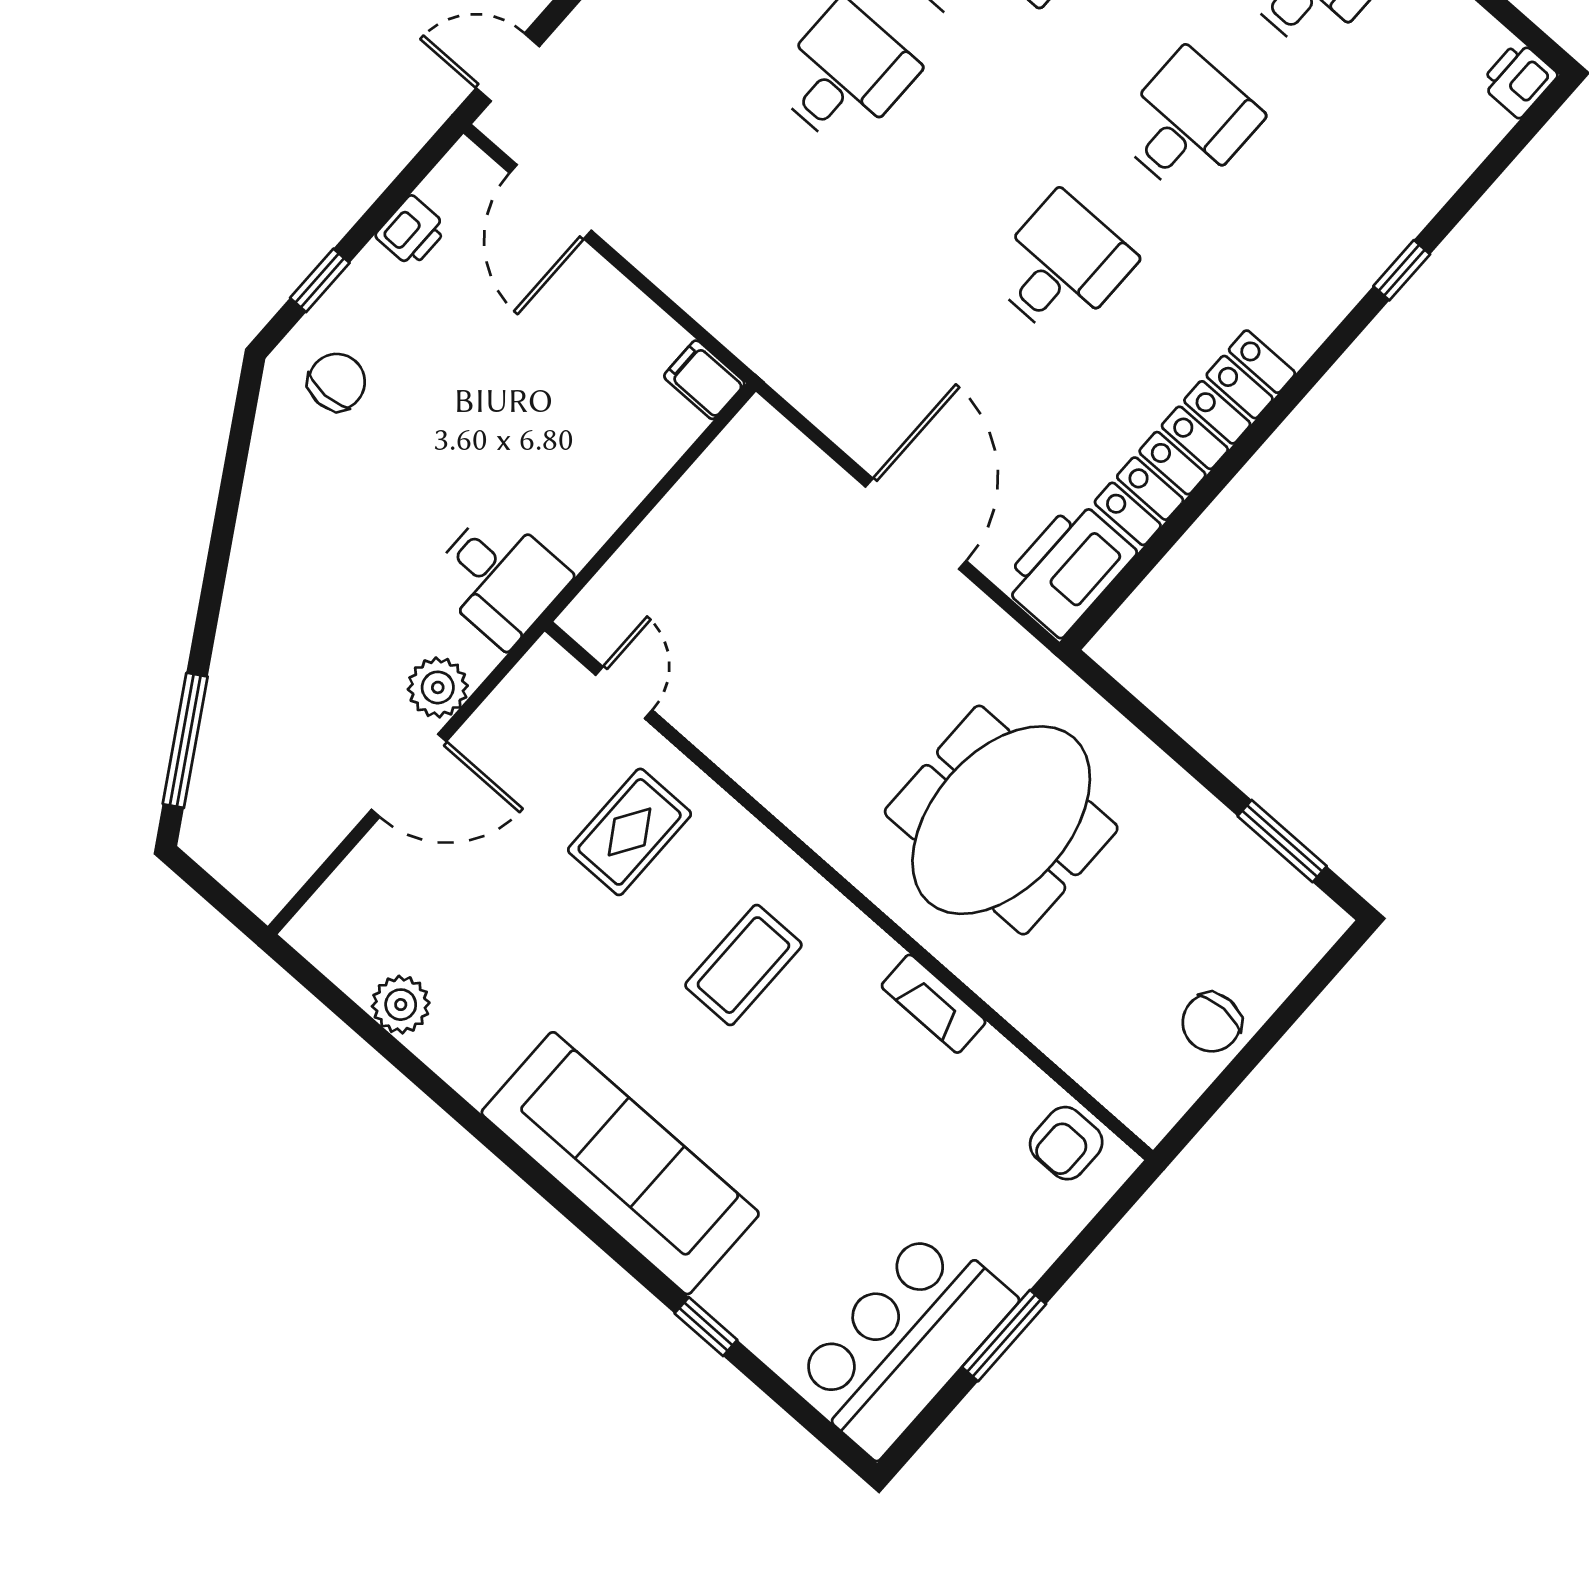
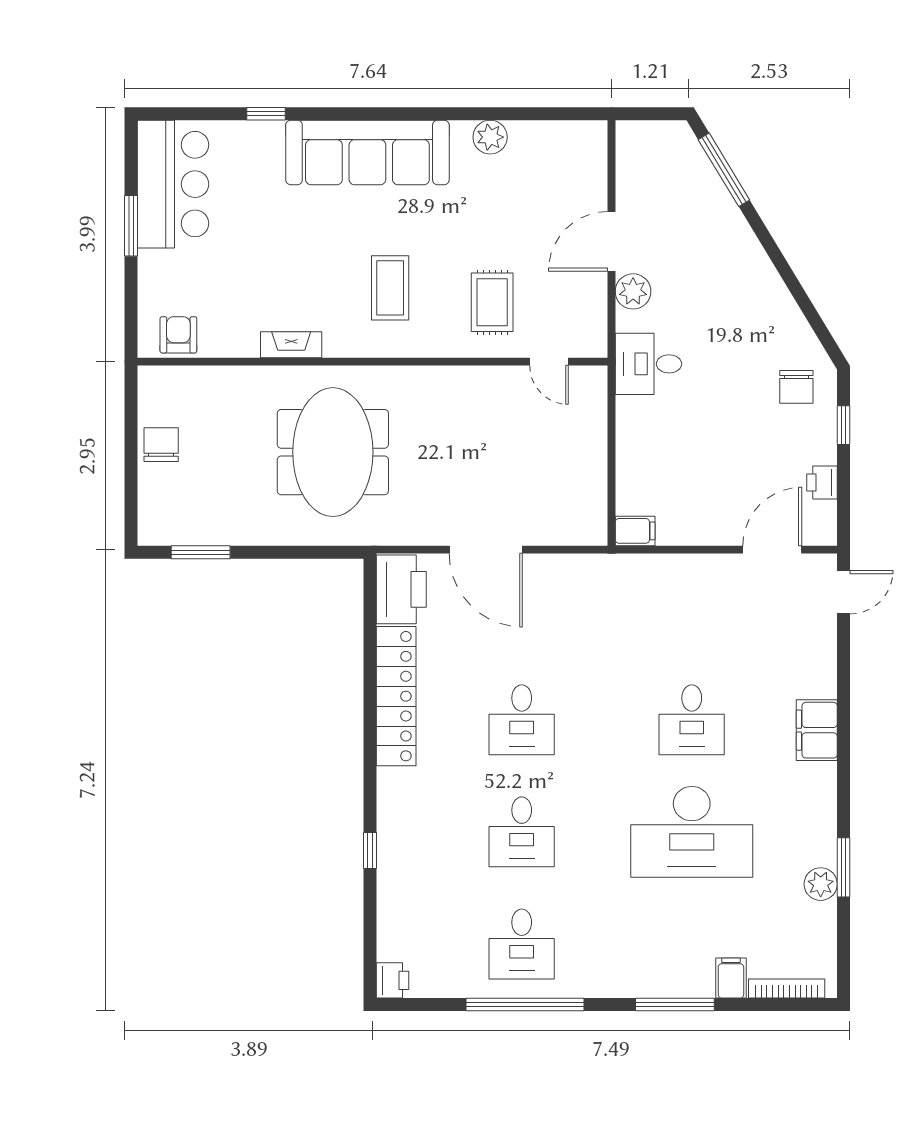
door: (550, 202) -> (772, 550), hinge flipped
plant: (401, 1005) -> (490, 137), moved

